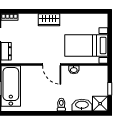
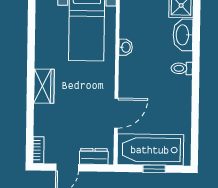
door: (52, 65) -> (116, 113), moved

